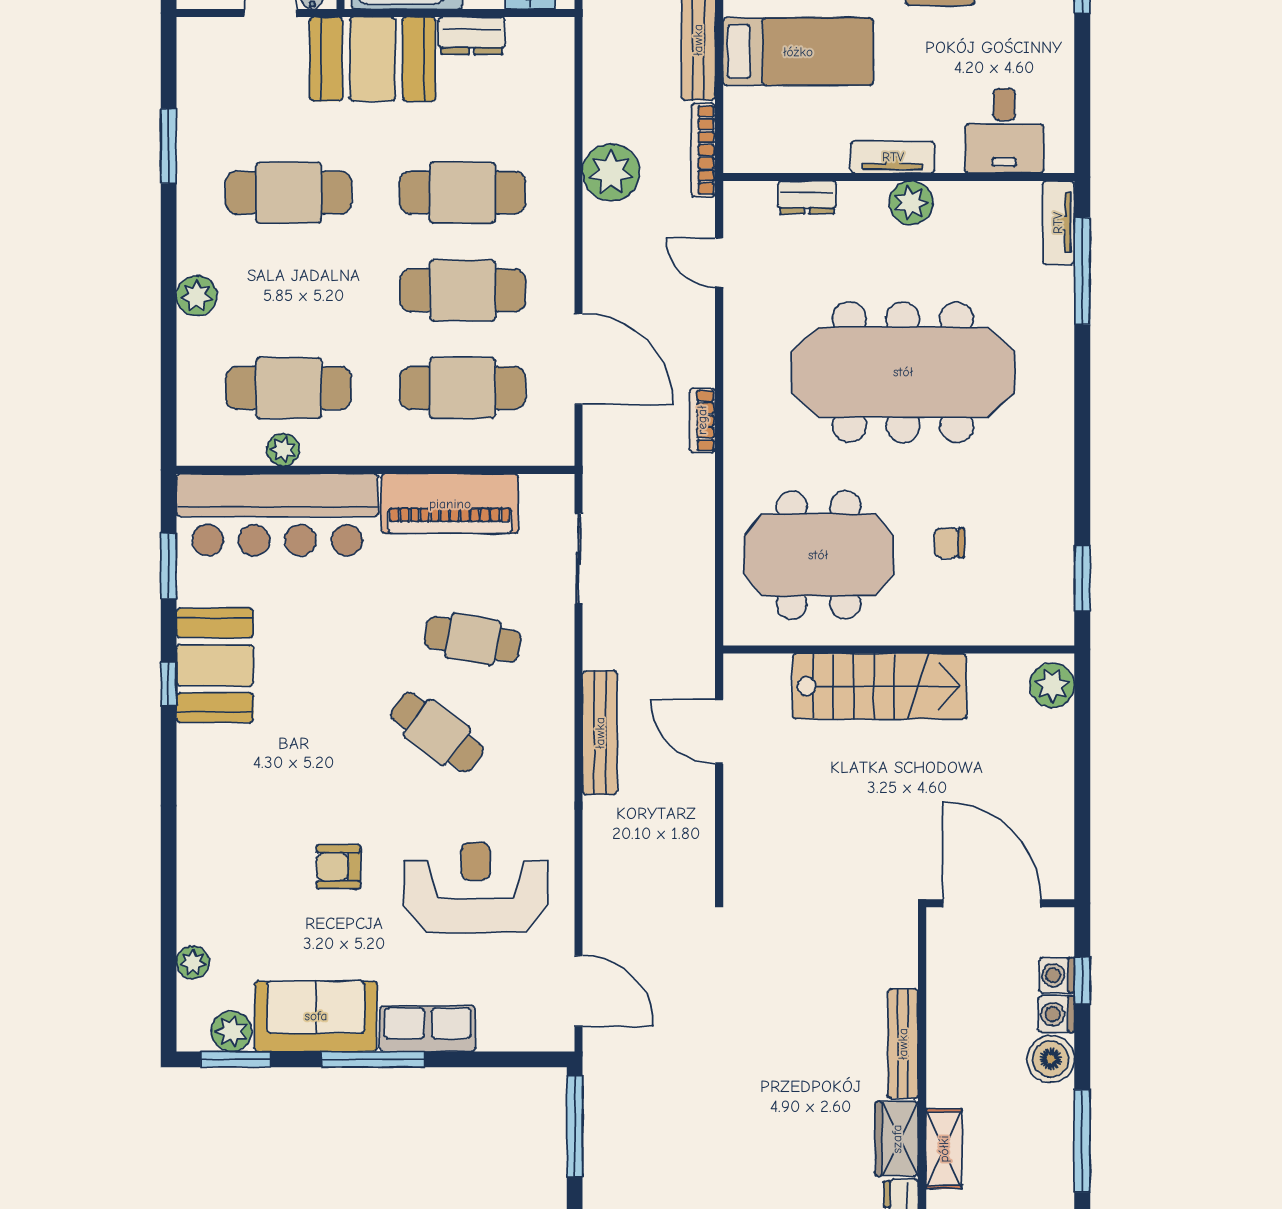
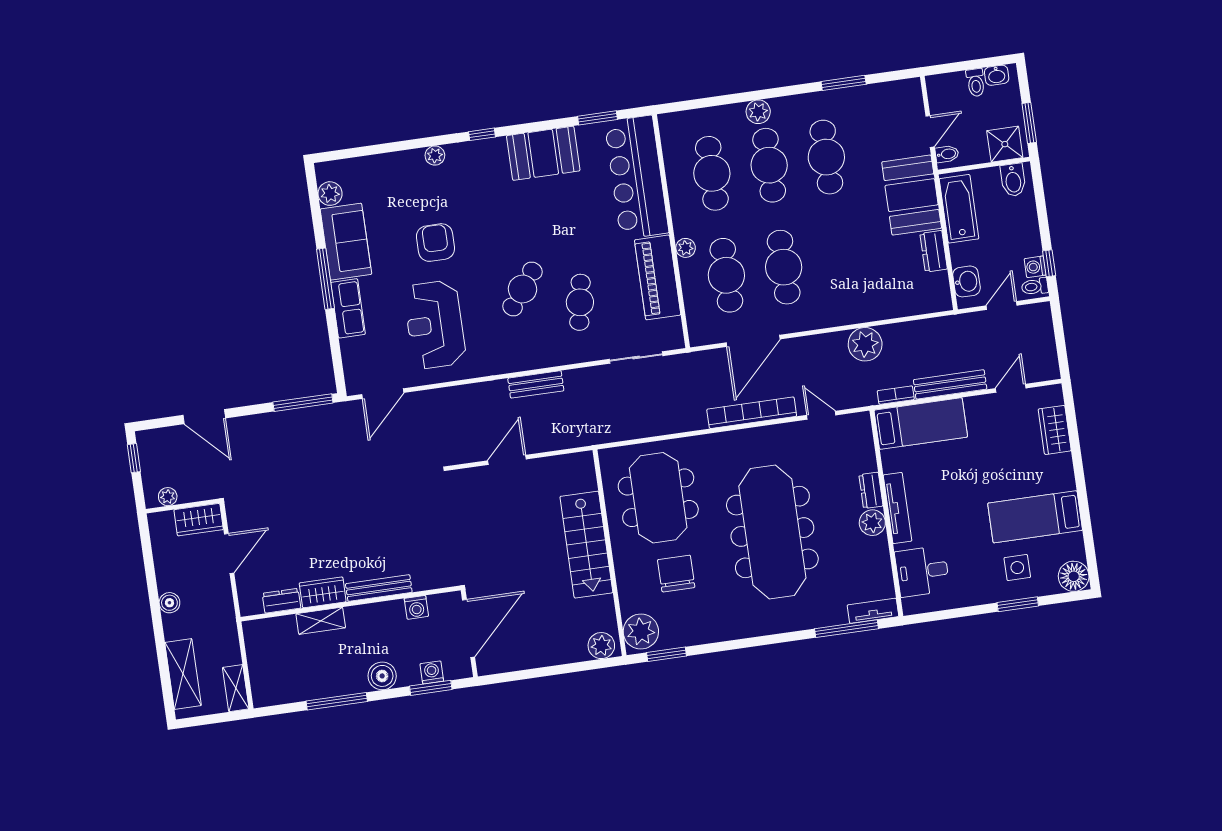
bed: (798, 52) -> (921, 424), moved, turned -90
bookcase: (703, 150) -> (896, 395), width x0.64
tv unit: (893, 157) -> (897, 508), width x1.41
cafe table: (463, 193) -> (769, 165), moved
dresser: (807, 197) -> (871, 490), moved
door: (719, 263) -> (821, 415), hinge flipped
bookcase: (702, 420) -> (752, 413), width x2.31, depth x1.31
plant: (283, 450) -> (686, 248), moved
chair: (949, 543) -> (676, 574), width x1.87, depth x1.87
plant: (1038, 616) -> (641, 632), added
window: (169, 684) -> (482, 134), moved
door: (719, 732) -> (507, 460), moved
bench: (600, 733) -> (536, 384), width x0.73
armchair: (339, 867) -> (435, 243), width x1.38, depth x1.38
reception desk: (476, 888) -> (435, 325), turned 180
plant: (193, 962) -> (435, 156), moved
window: (1082, 981) -> (431, 688), width x1.50
washing machine: (1056, 1014) -> (416, 607), moved, turned 180
window: (236, 1059) -> (314, 198), removed

